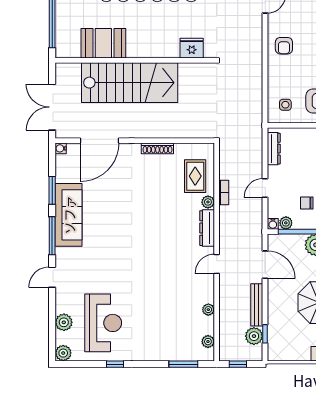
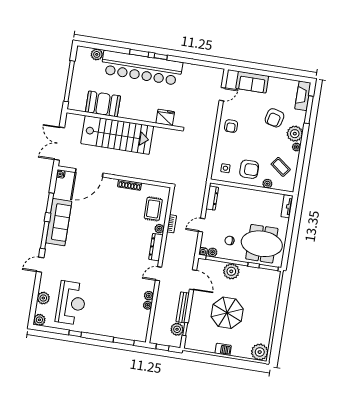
plant: (208, 342) -> (149, 296), moved

